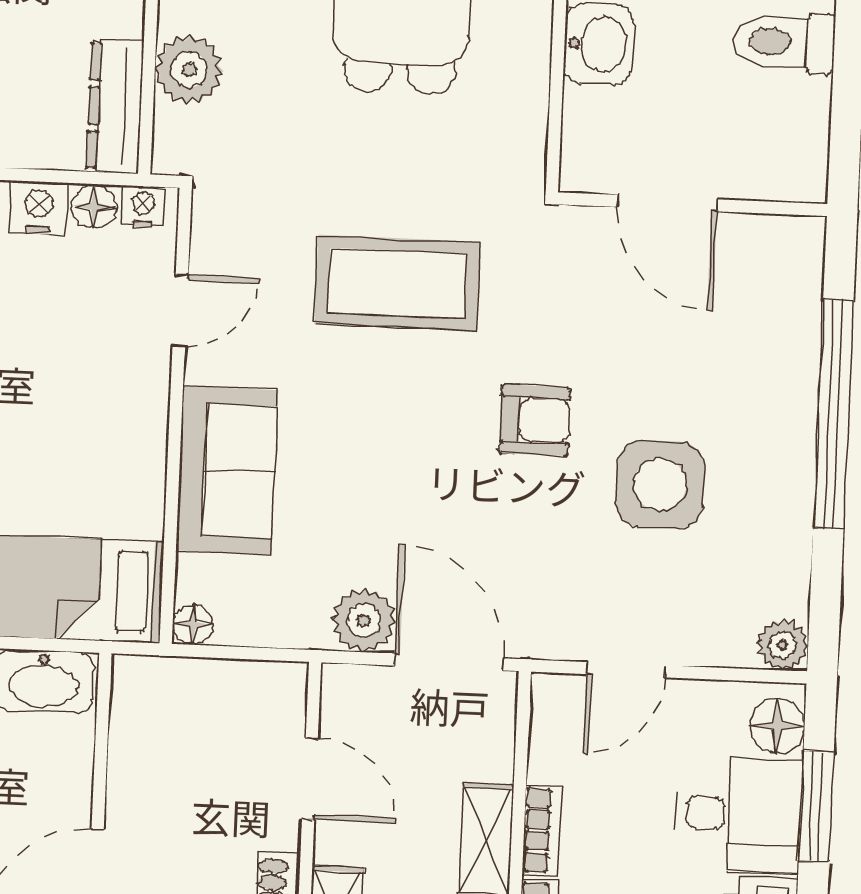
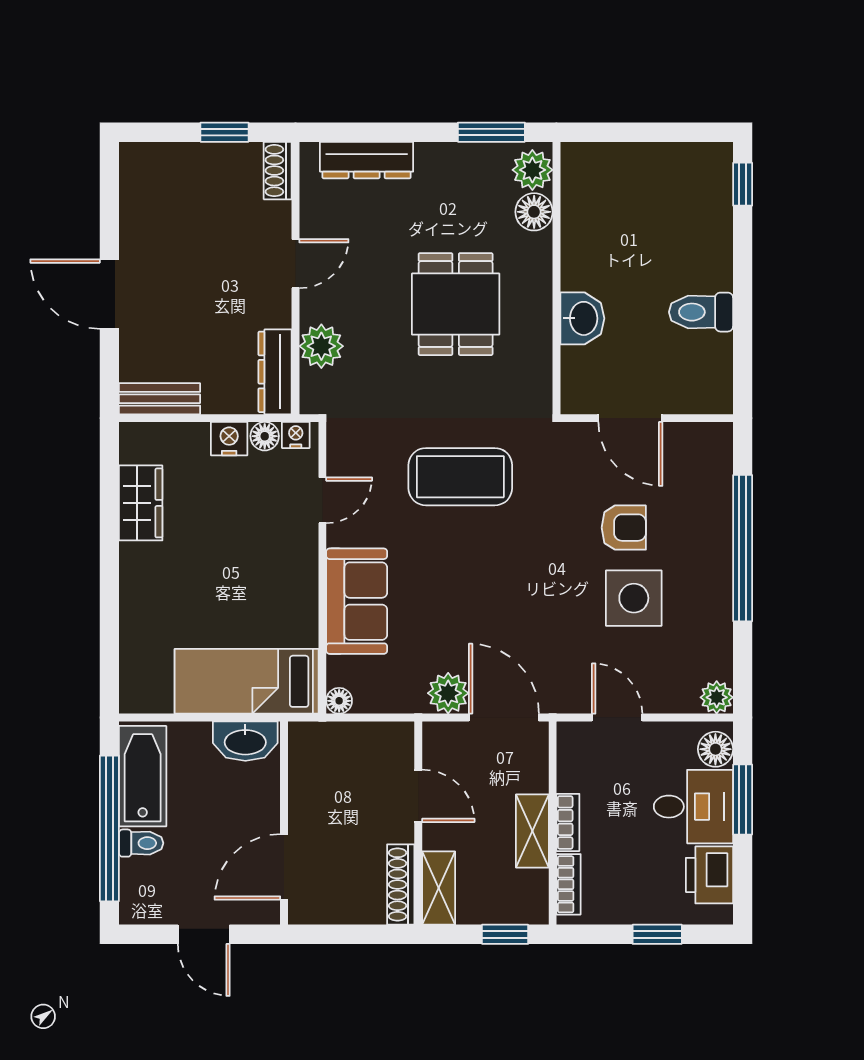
armchair: (535, 420) -> (624, 528), moved
door: (626, 670) -> (617, 717), swing flipped

